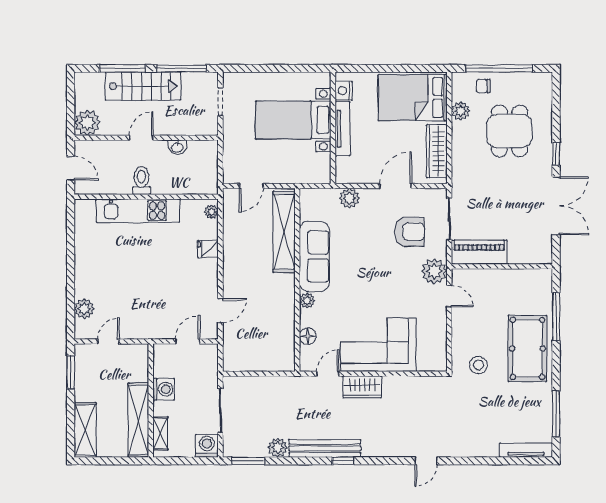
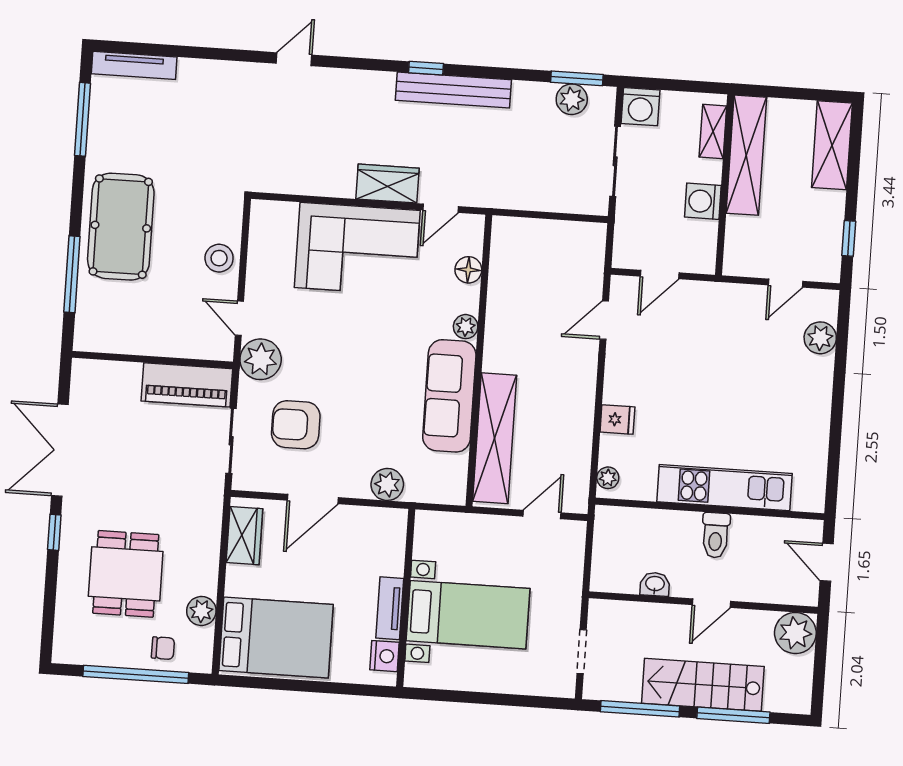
tv unit: (343, 129) -> (390, 608), width x0.71
wardrobe: (437, 151) -> (244, 536), width x0.67
stool: (479, 365) -> (219, 258), moved
window: (71, 372) -> (849, 238), width x0.67
plant: (278, 448) -> (572, 99), moved

